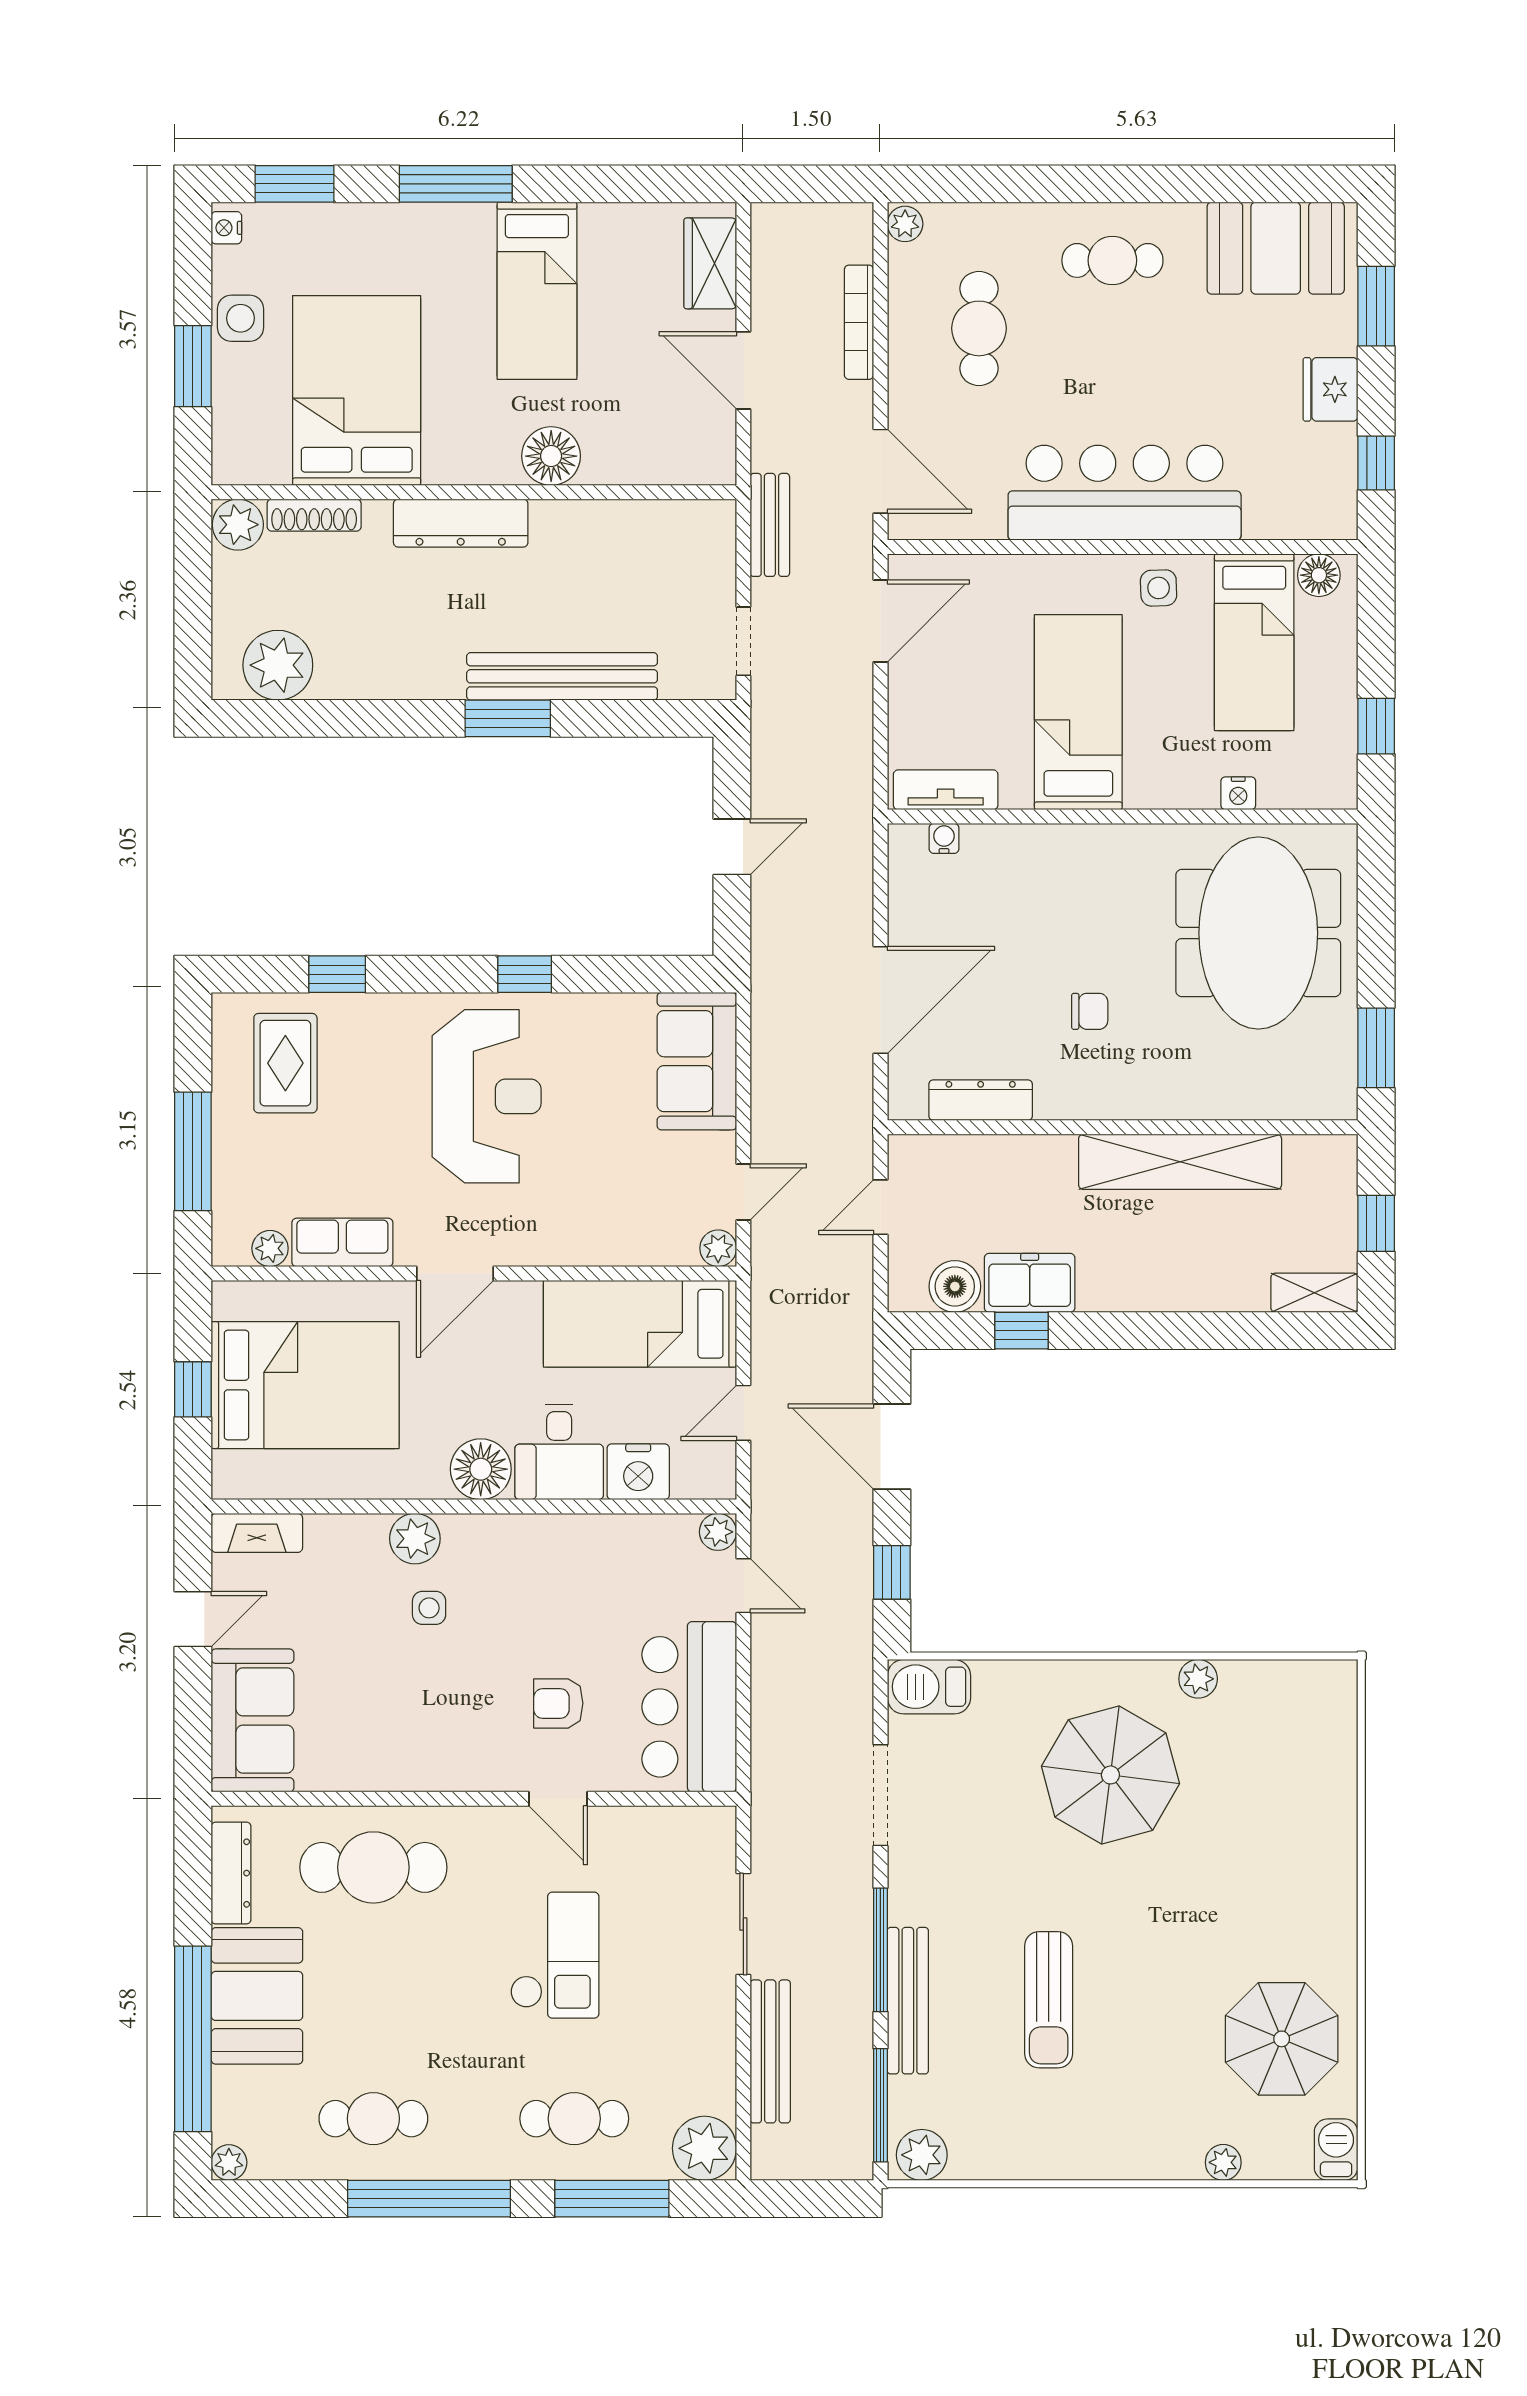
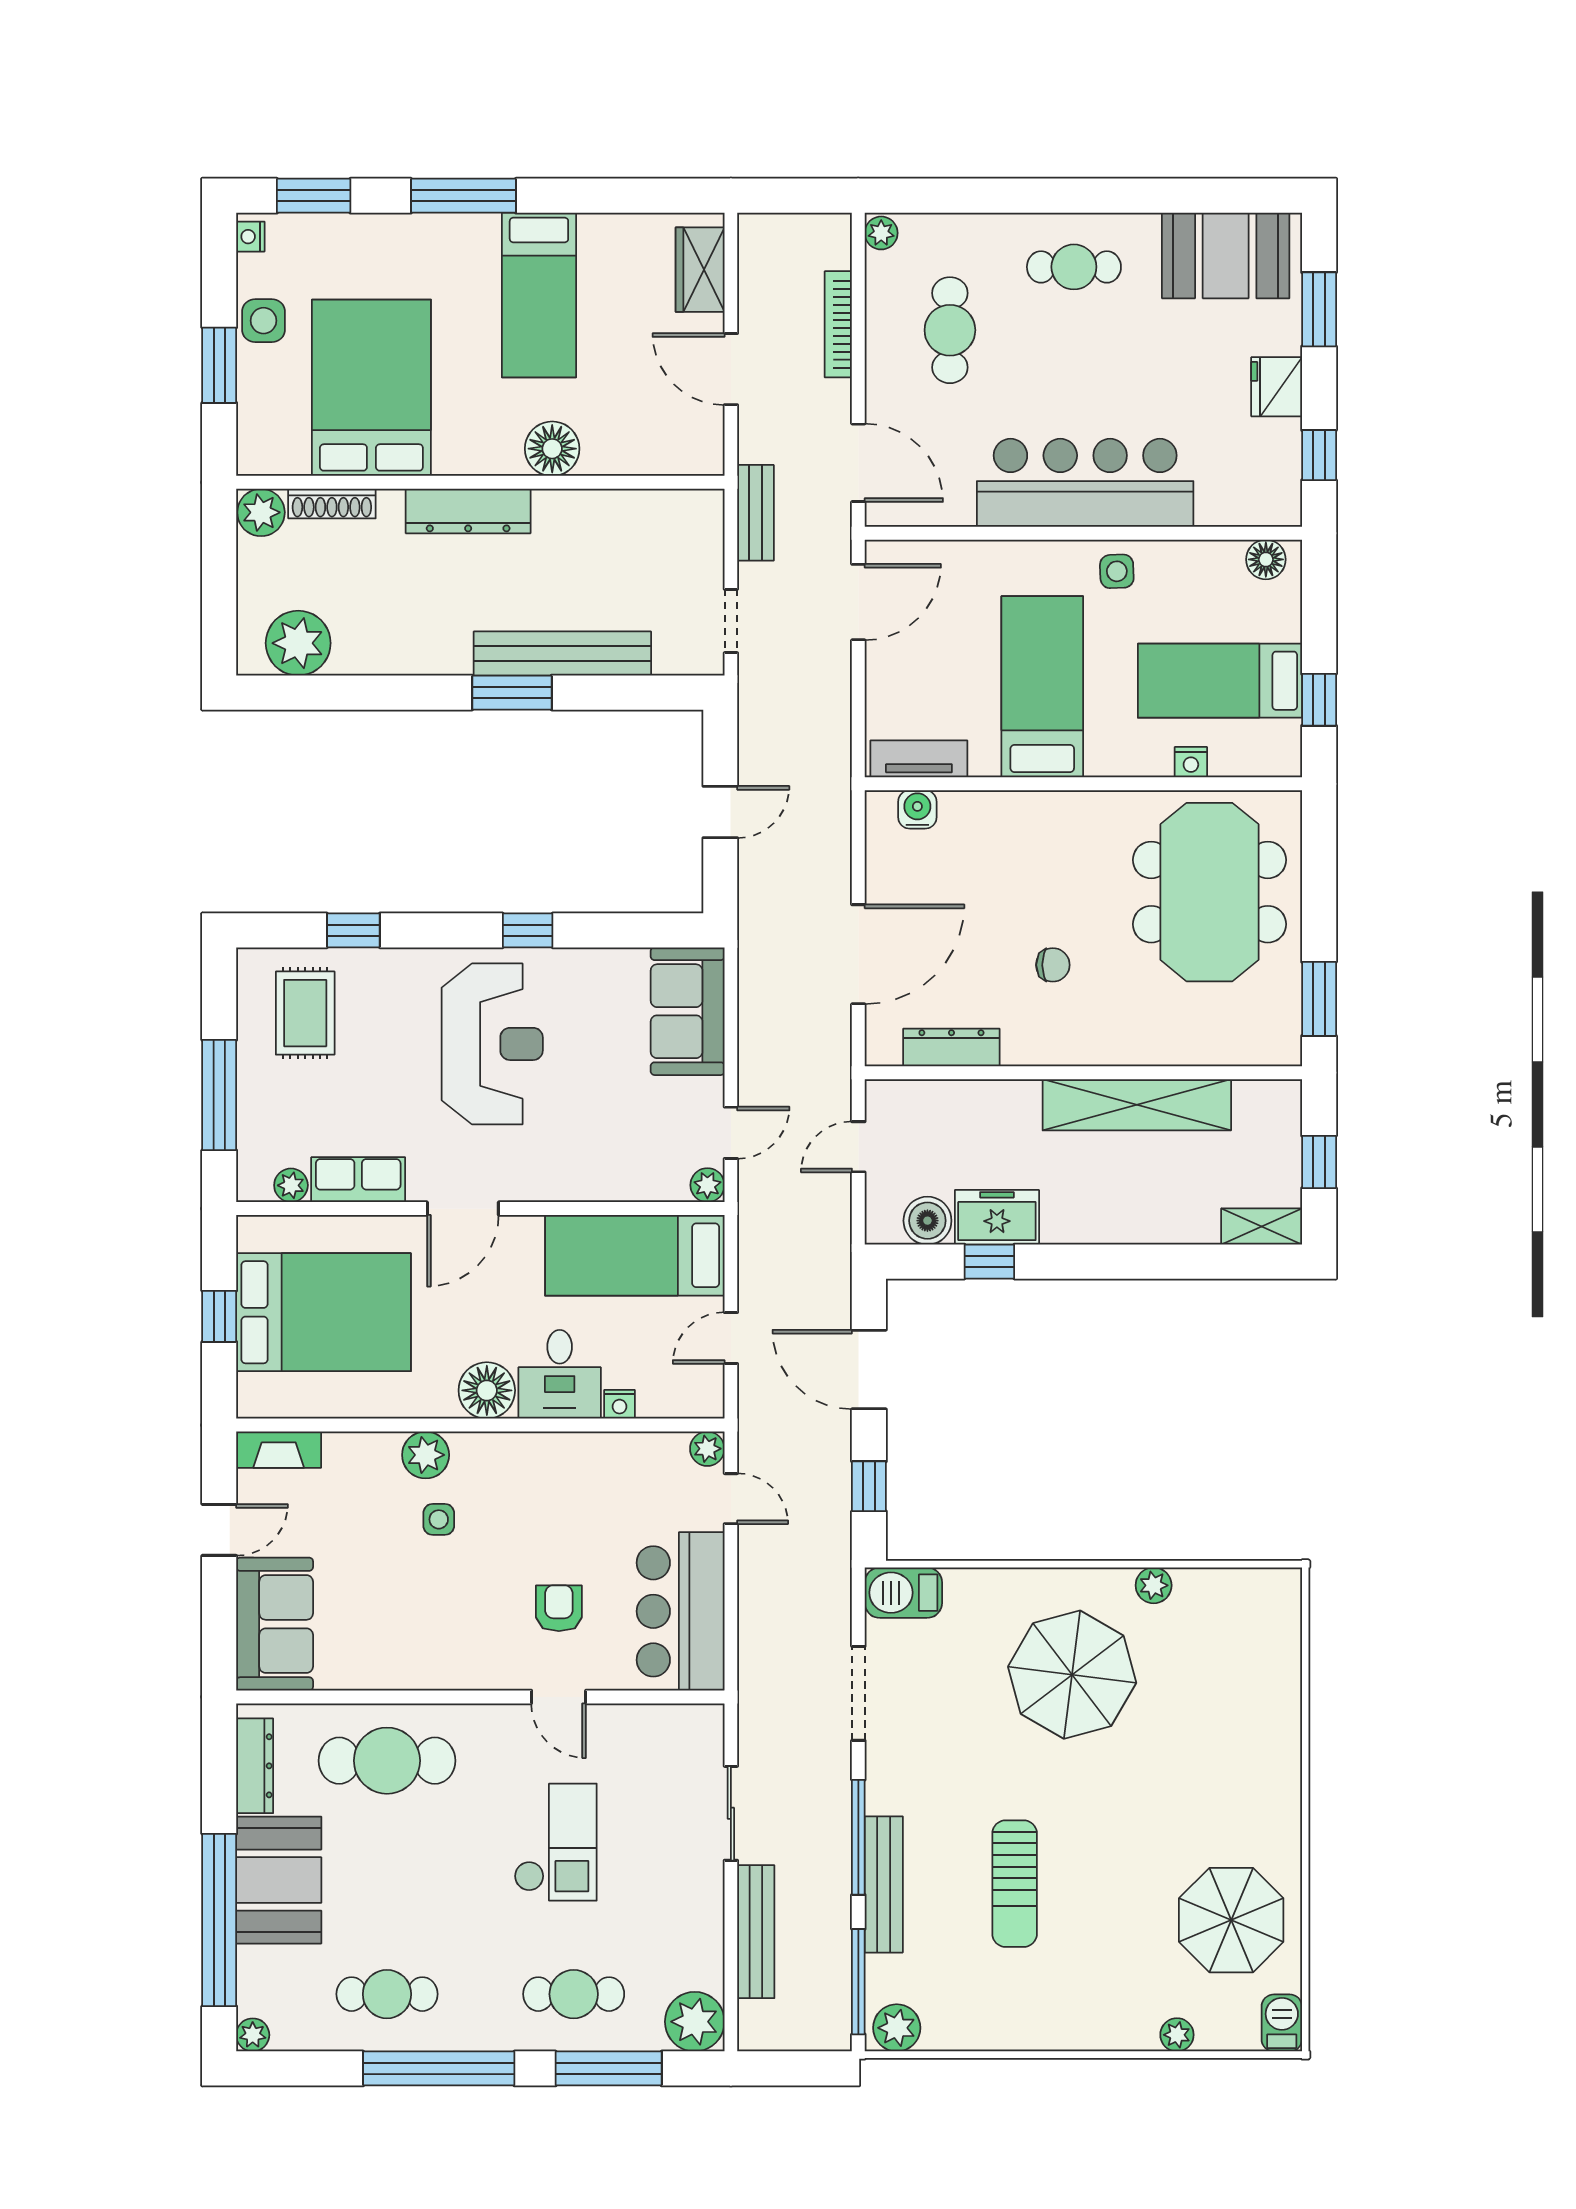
bed: (1254, 642) -> (1220, 681), moved, turned 90
water cooler: (944, 838) -> (917, 809), width x1.38, depth x1.38
nightstand: (638, 1472) -> (620, 1404), width x0.53, depth x0.56
armchair: (558, 1703) -> (559, 1608), turned 90

